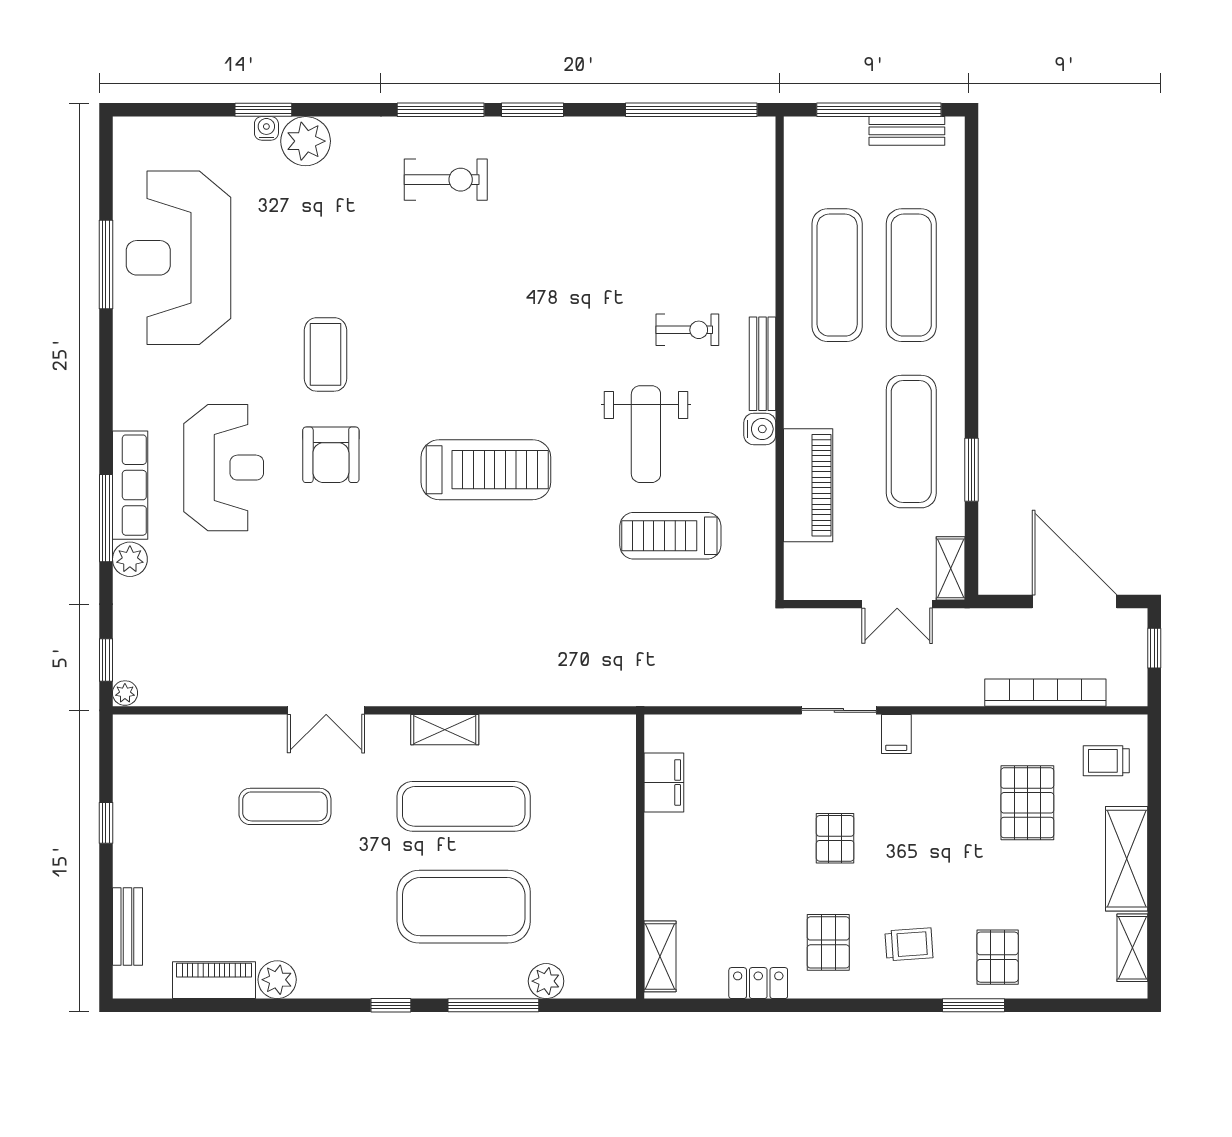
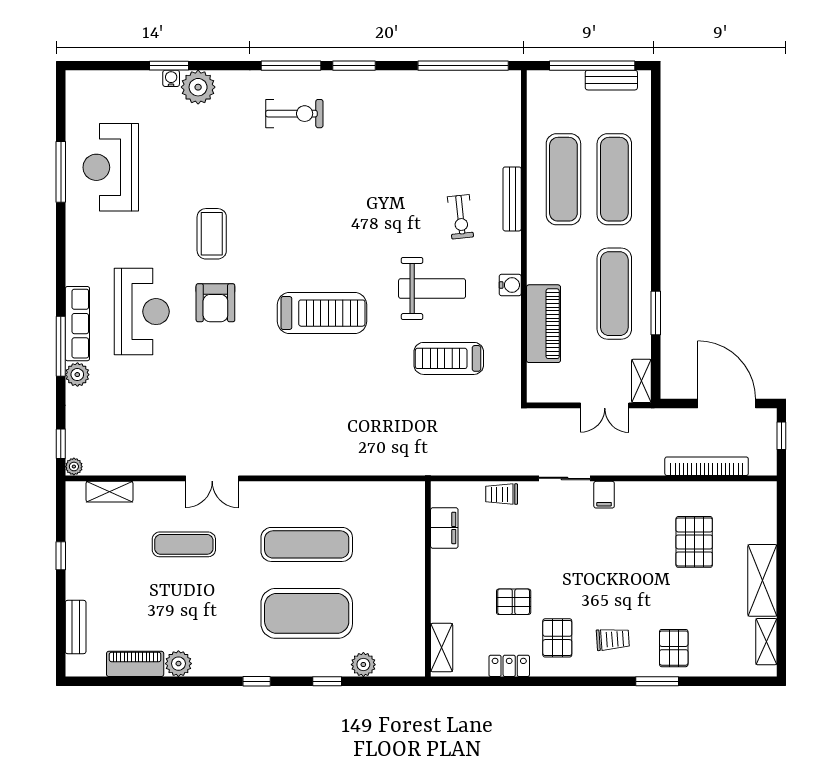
reception desk: (179, 258) -> (111, 167), width x0.74, depth x0.77
exercise bike: (687, 330) -> (461, 217), turned 84
bench: (762, 364) -> (512, 199), moved
weight bench: (646, 434) -> (432, 289), turned -90
shelving: (445, 730) -> (110, 492), moved
trolley: (1106, 761) -> (502, 494), moved
pallet: (835, 838) -> (514, 602), moved, turned 90
window: (493, 1005) -> (327, 681), width x0.46

